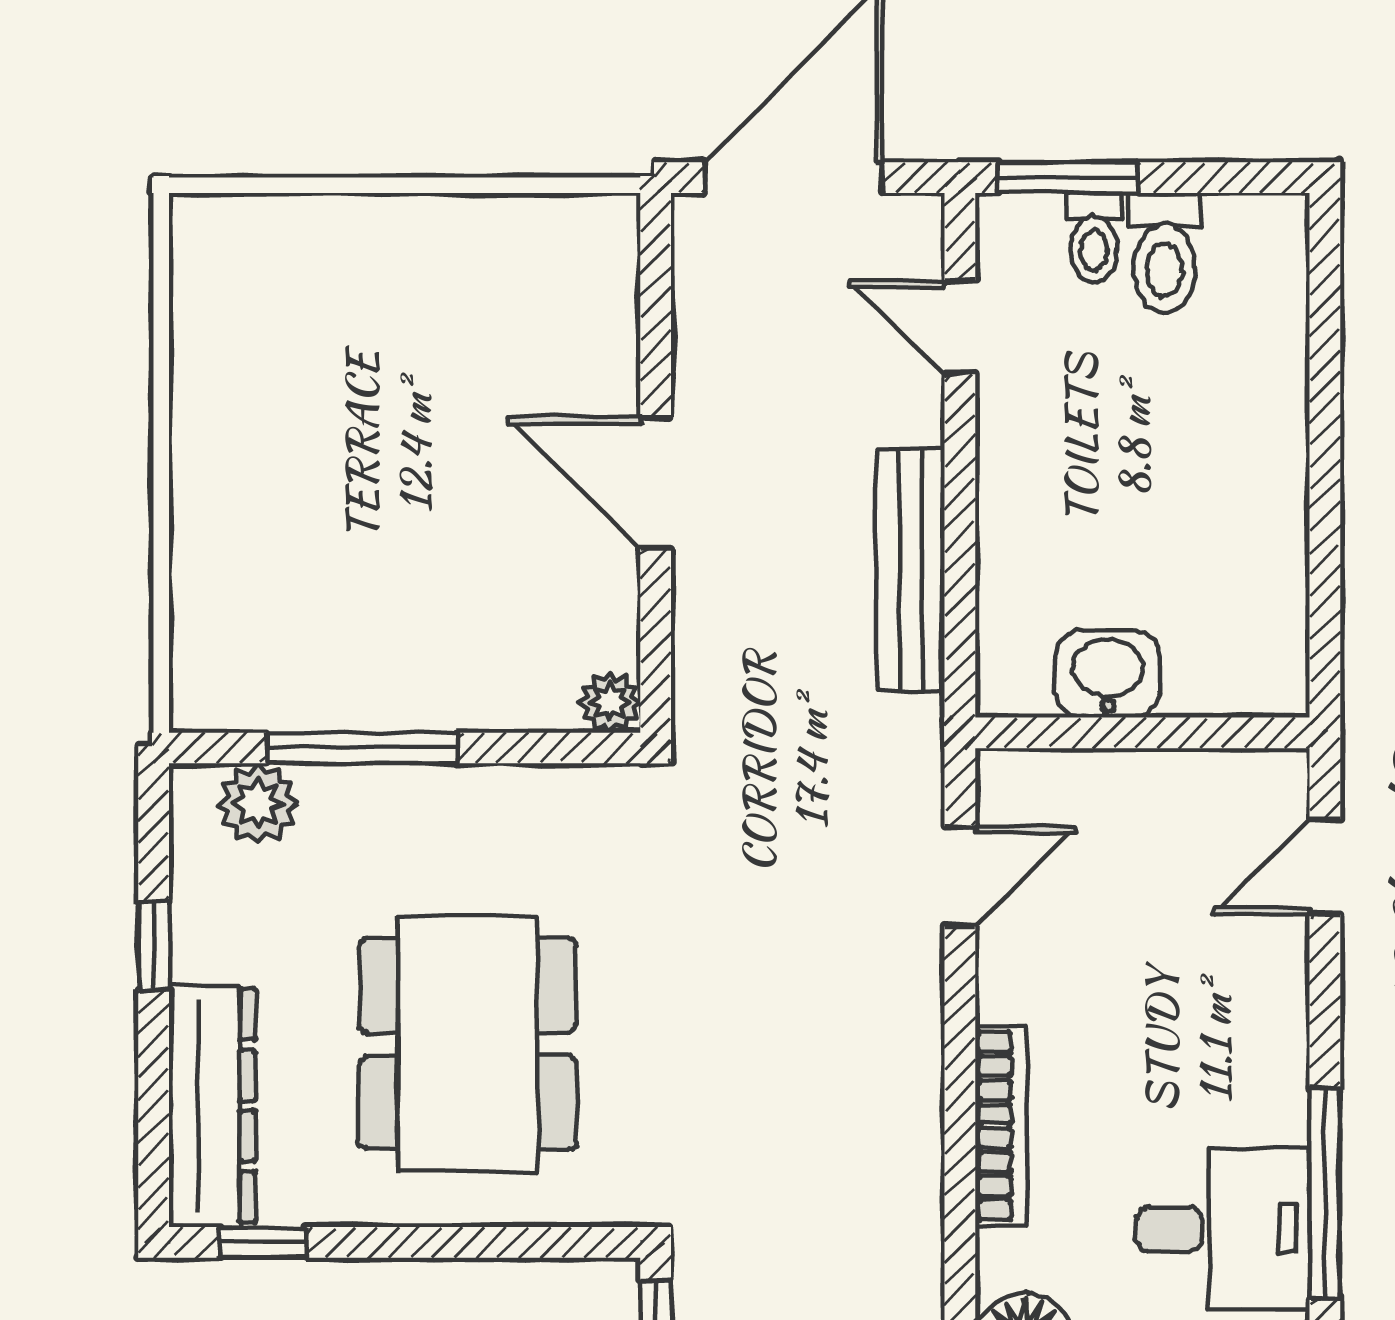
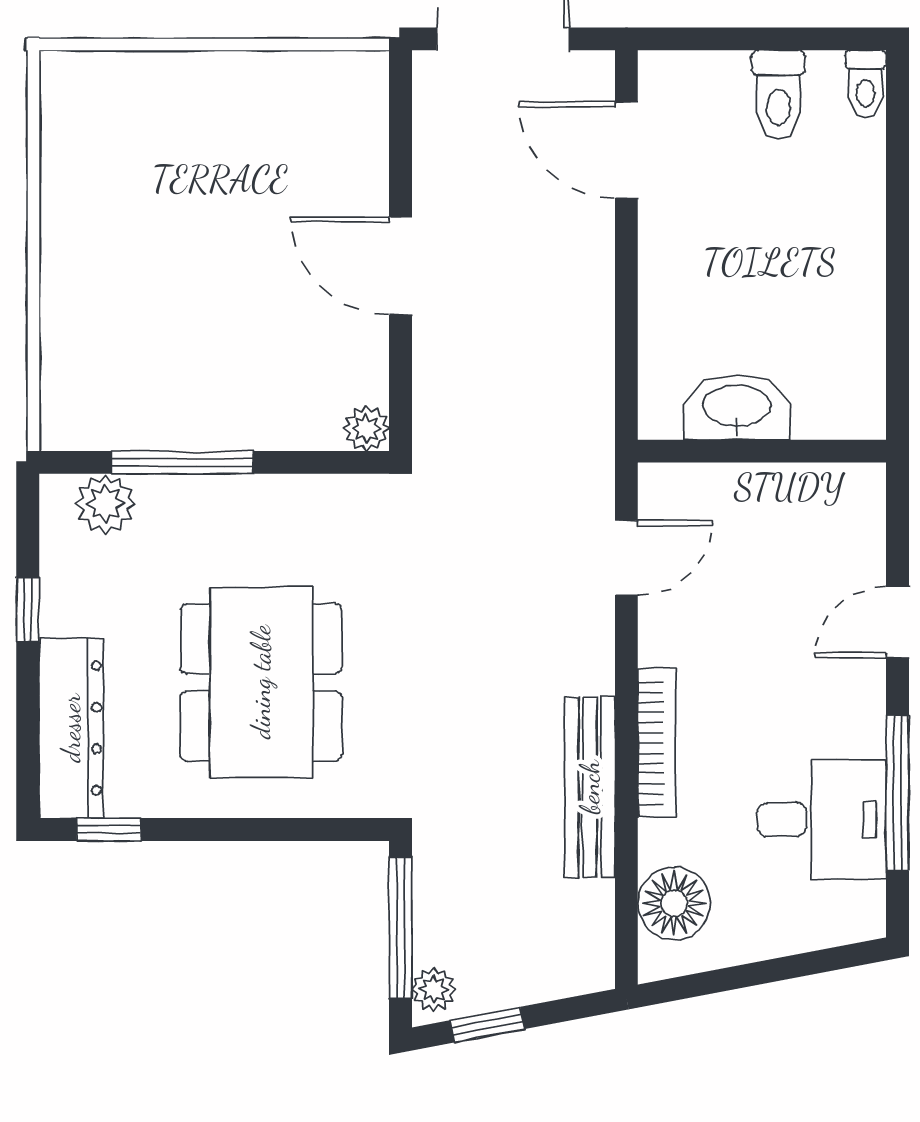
window: (1068, 178) -> (707, 39), removed
toilet: (1094, 238) -> (866, 84), moved
door: (960, 327) -> (626, 150), width x1.38
bench: (911, 570) -> (590, 787), moved
washbasin: (1108, 674) -> (737, 407), width x1.38
door: (1325, 867) -> (898, 622), moved

